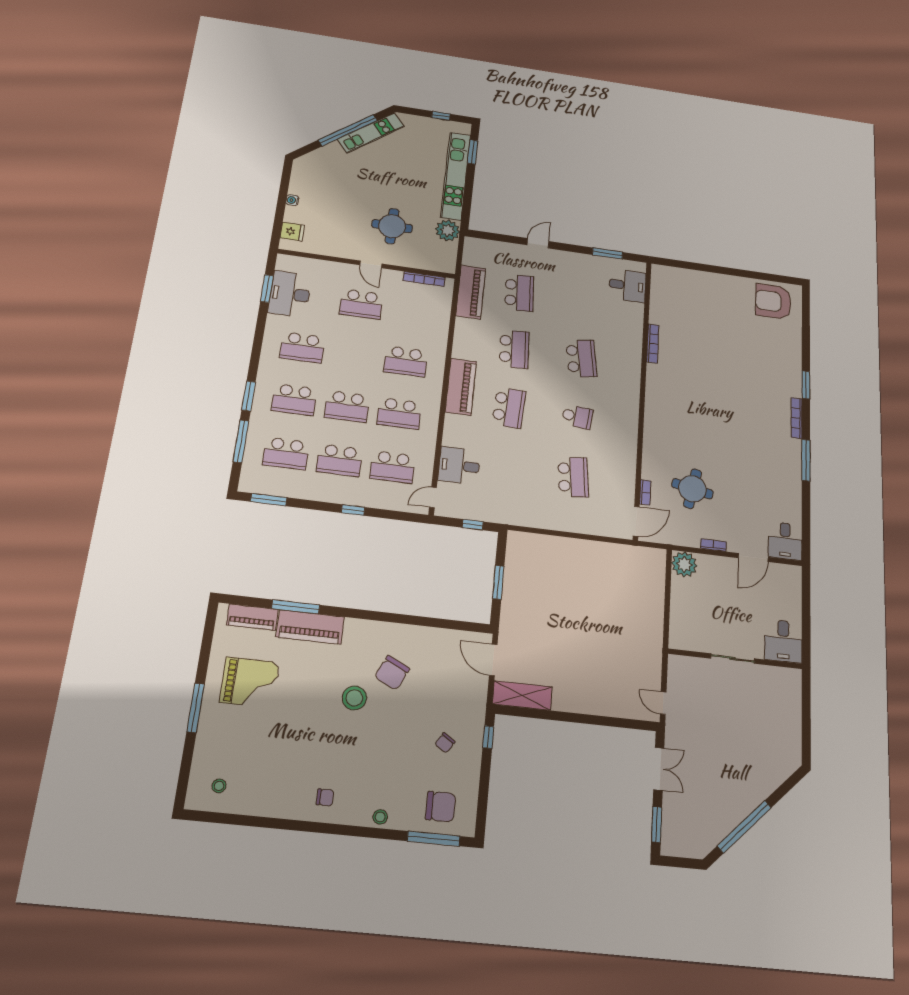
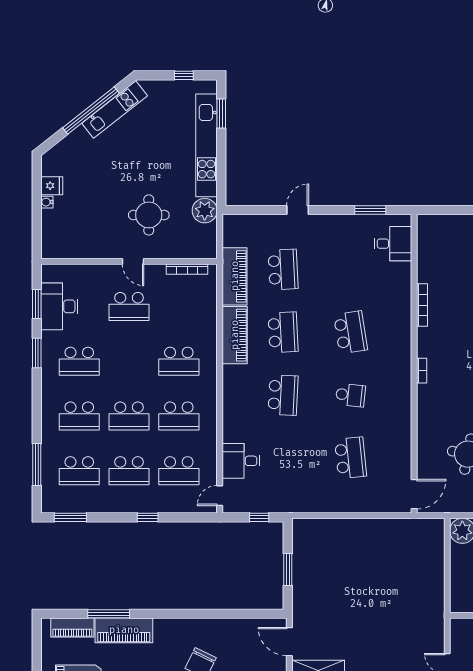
fridge: (292, 232) -> (52, 186), moved
piano: (461, 387) -> (235, 335), moved
window: (249, 396) -> (37, 353), moved
bookcase: (645, 492) -> (422, 371), moved

